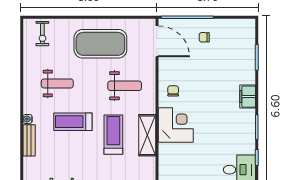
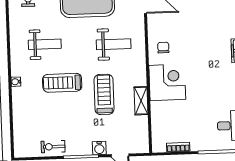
shelving: (147, 135) -> (141, 101), width x0.67, depth x0.75
bench: (29, 140) -> (18, 103), removed

